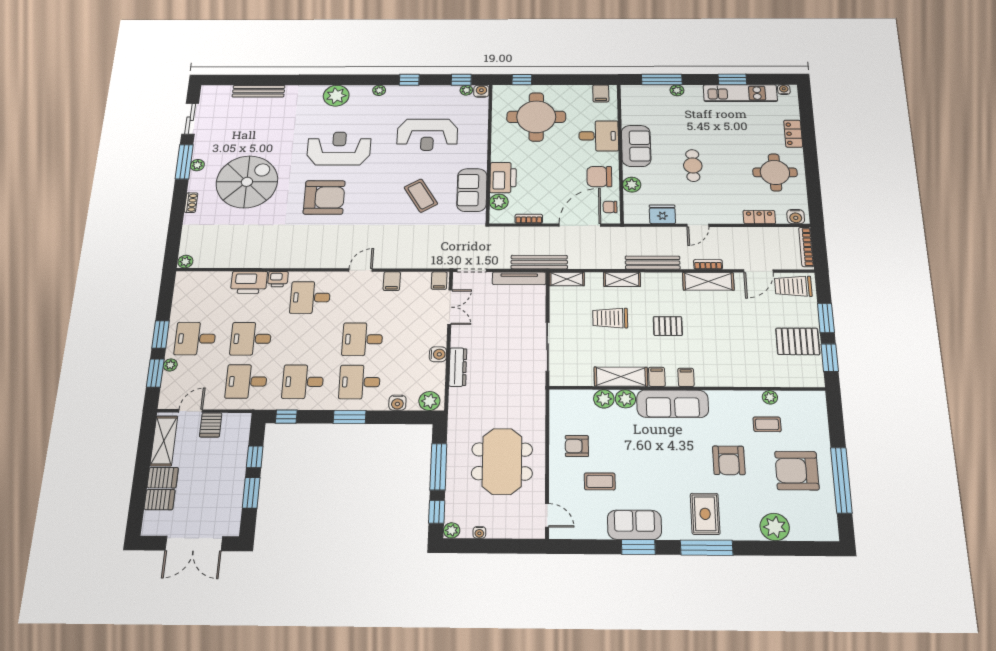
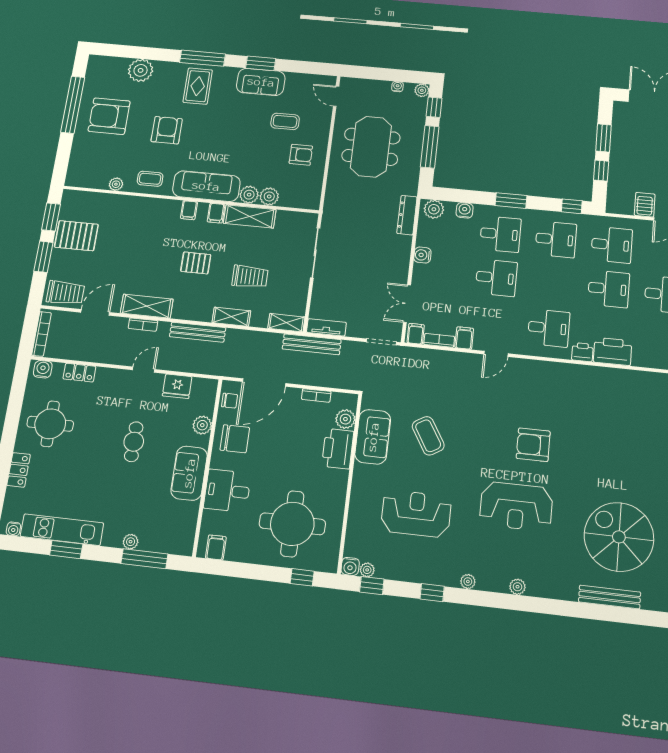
plant: (336, 96) -> (517, 587), width x0.53, depth x0.53
spiral stairs: (247, 182) -> (619, 537), moved, turned 90
armchair: (324, 197) -> (533, 445), width x0.73, depth x0.73
bookcase: (416, 277) -> (439, 340), added
tv unit: (519, 278) -> (326, 327), width x0.71
dresser: (458, 367) -> (407, 215), moved
coffee table: (767, 424) -> (150, 179), moved
armchair: (797, 471) -> (109, 116), turned 180

